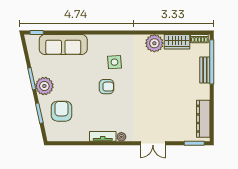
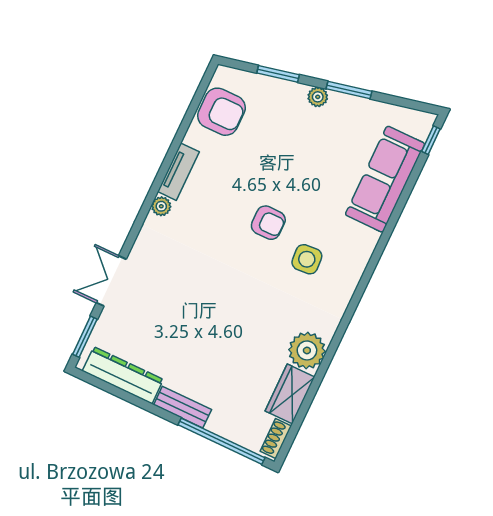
bench: (205, 70) -> (183, 407), moved
plant: (44, 86) -> (318, 97), width x0.53, depth x0.53
armchair: (106, 87) -> (268, 223), turned -90
armchair: (62, 111) -> (222, 112), moved
double door: (153, 143) -> (111, 281), moved

